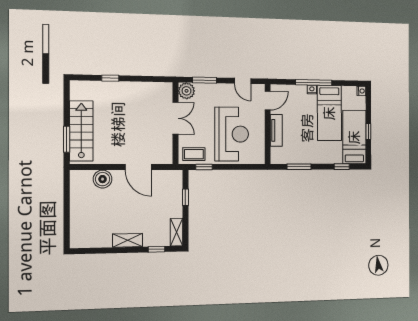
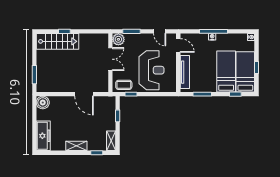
door: (268, 101) -> (178, 45), hinge flipped
bed: (329, 113) -> (226, 71), moved, turned 180
tv unit: (276, 130) -> (185, 72), width x1.41
stairs: (81, 131) -> (58, 41), moved, turned 90
boiler: (103, 179) -> (43, 103), moved
freezer: (80, 227) -> (43, 136), added

